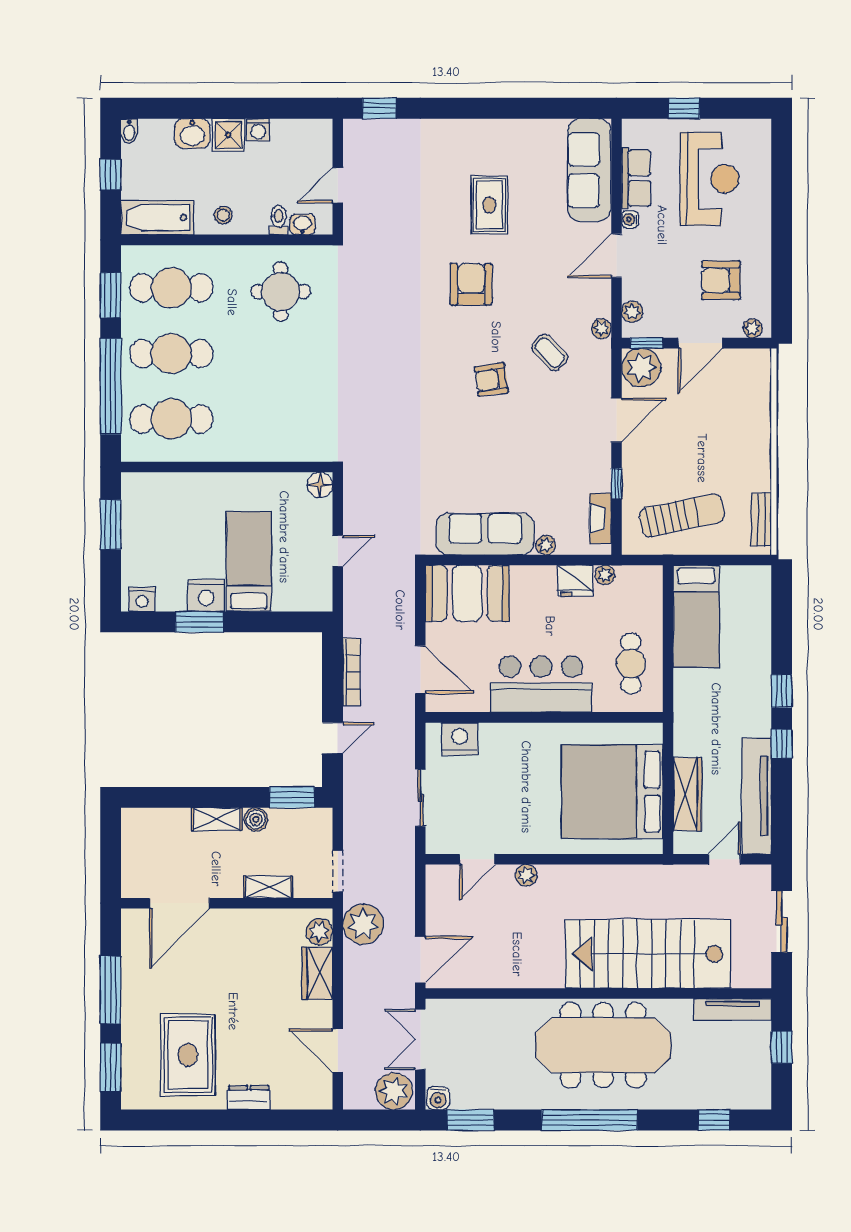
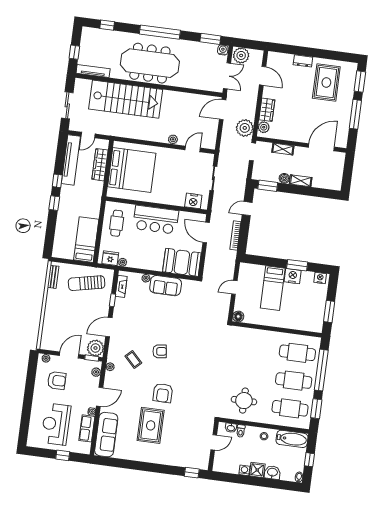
rug: (489, 205) -> (151, 425), width x1.36, depth x1.43
sofa: (485, 534) -> (166, 286), width x0.73
fridge: (575, 580) -> (110, 258), moved

